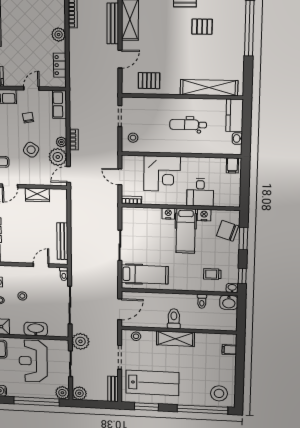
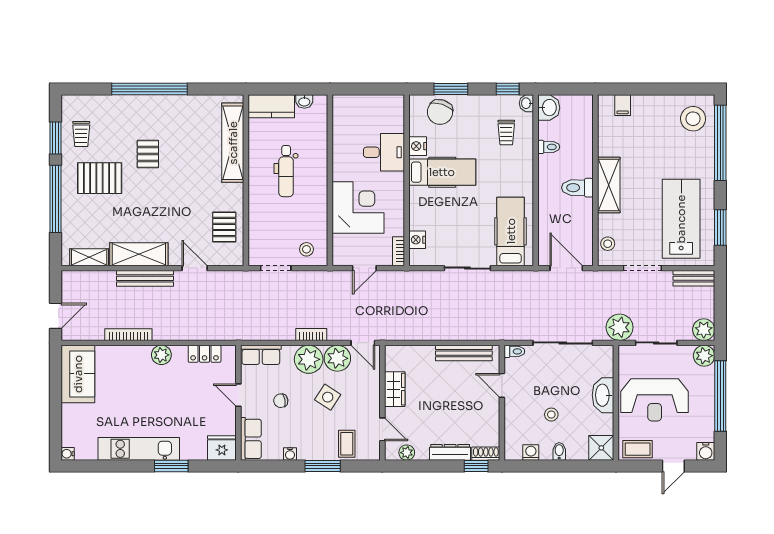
plant: (61, 142) -> (309, 359), width x1.88, depth x1.88
filing cabinet: (232, 165) -> (343, 107), removed
nightstand: (168, 214) -> (417, 240), moved

